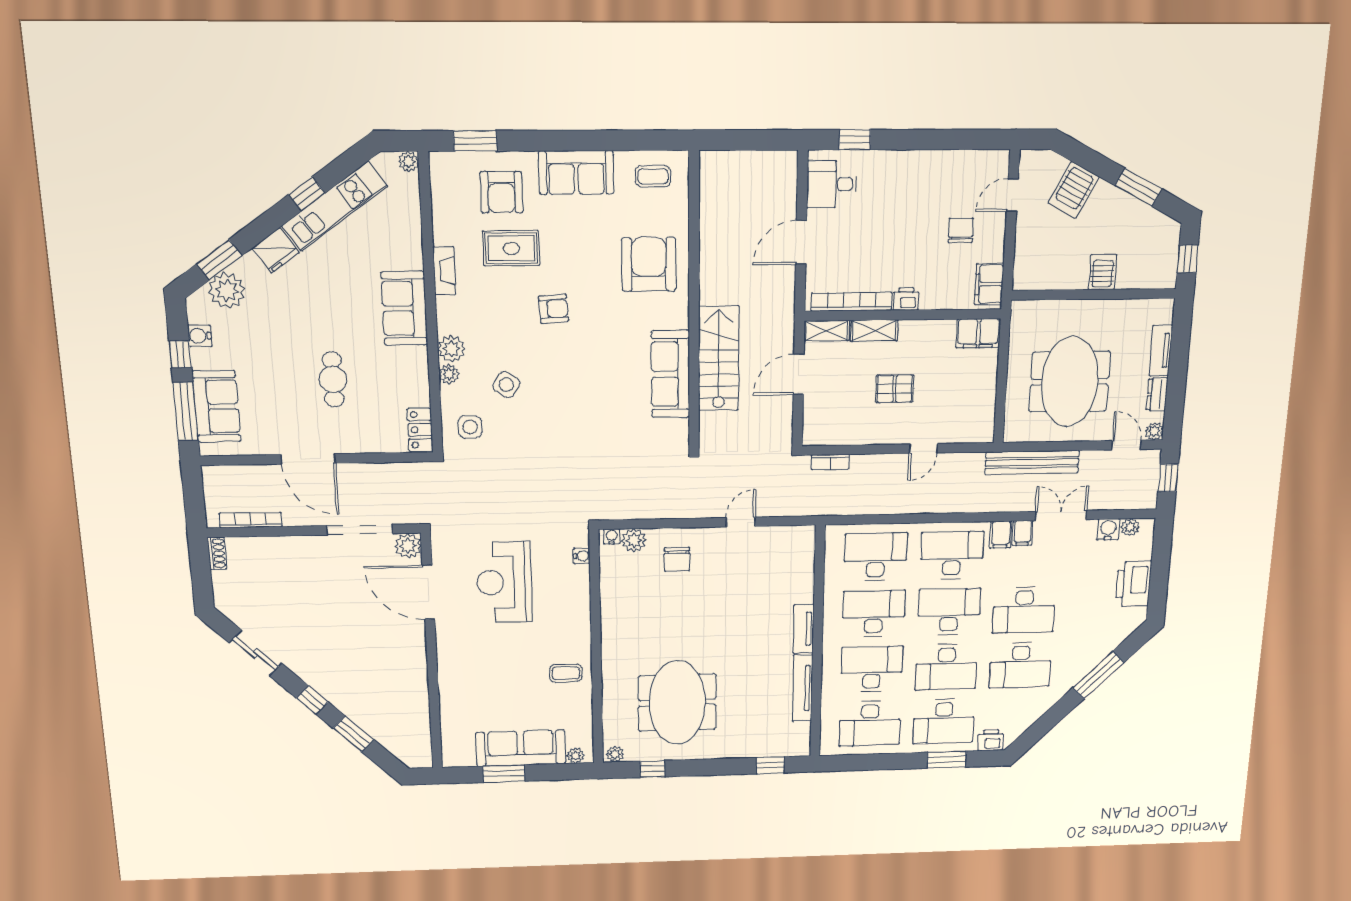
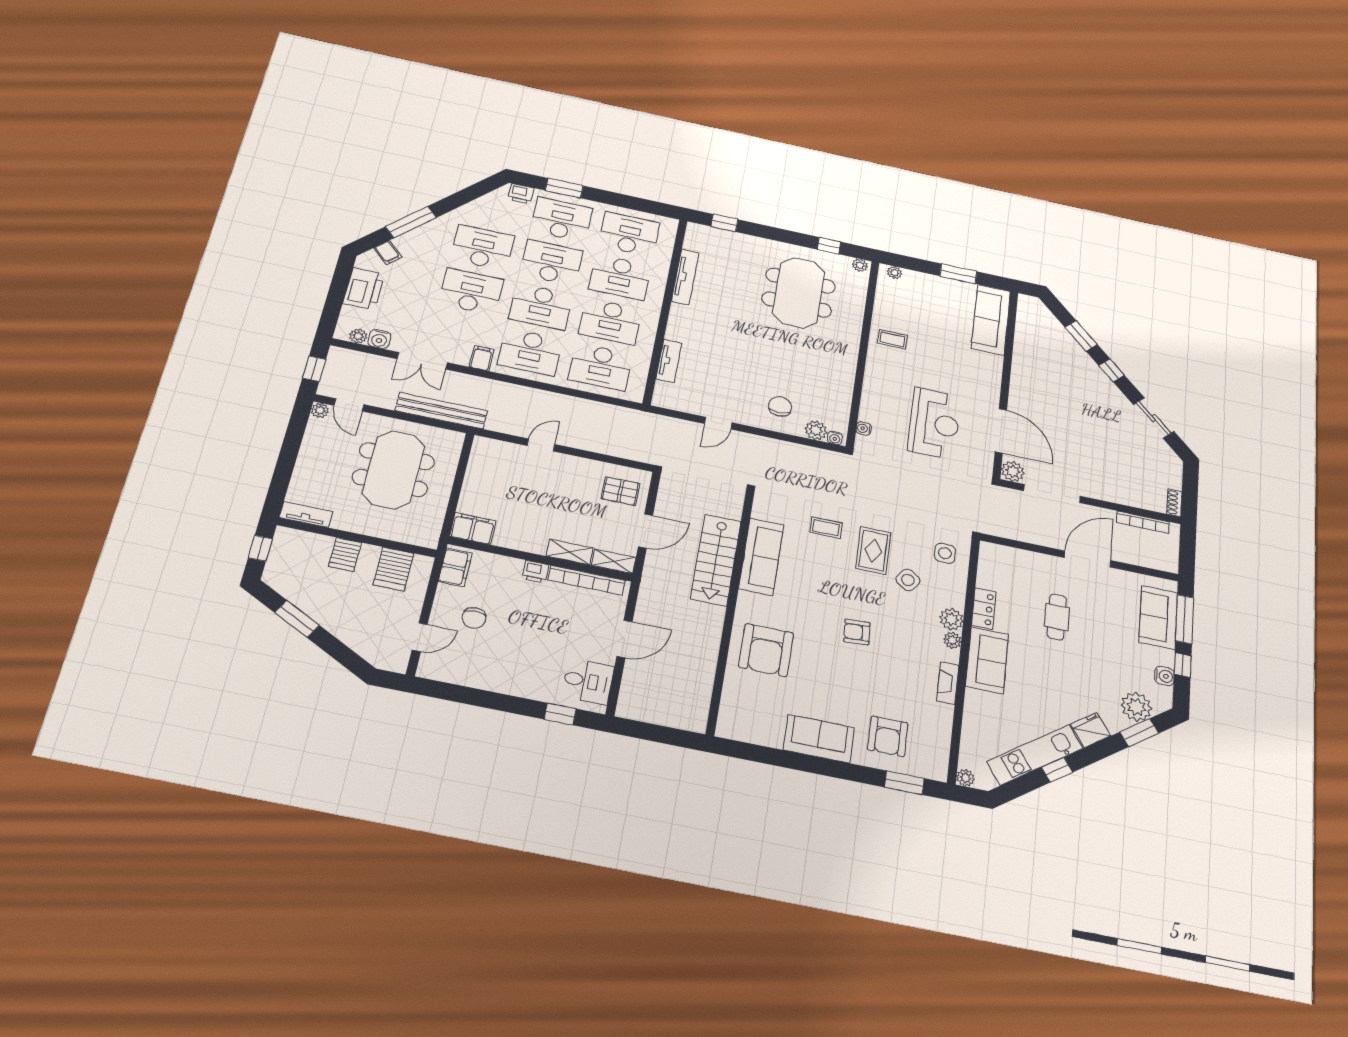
coffee table: (653, 176) -> (826, 528), moved
server rack: (1074, 190) -> (393, 569), moved, turned 152
armchair: (502, 192) -> (888, 736), turned 180
rug: (511, 248) -> (873, 551), moved, turned 90
tv unit: (1161, 350) -> (306, 514), moved, turned -90
plant: (449, 374) -> (952, 640), moved
pallet: (895, 389) -> (620, 491), moved
dresser: (1157, 394) -> (311, 441), removed
locker: (420, 430) -> (984, 609), moved
door: (308, 459) -> (1087, 559), hinge flipped
bookcase: (830, 462) -> (629, 453), removed
filing cabinet: (1023, 533) -> (388, 253), moved, turned 135
tv unit: (804, 629) -> (669, 361), moved
sofa: (521, 748) -> (991, 320), moved, turned 90

